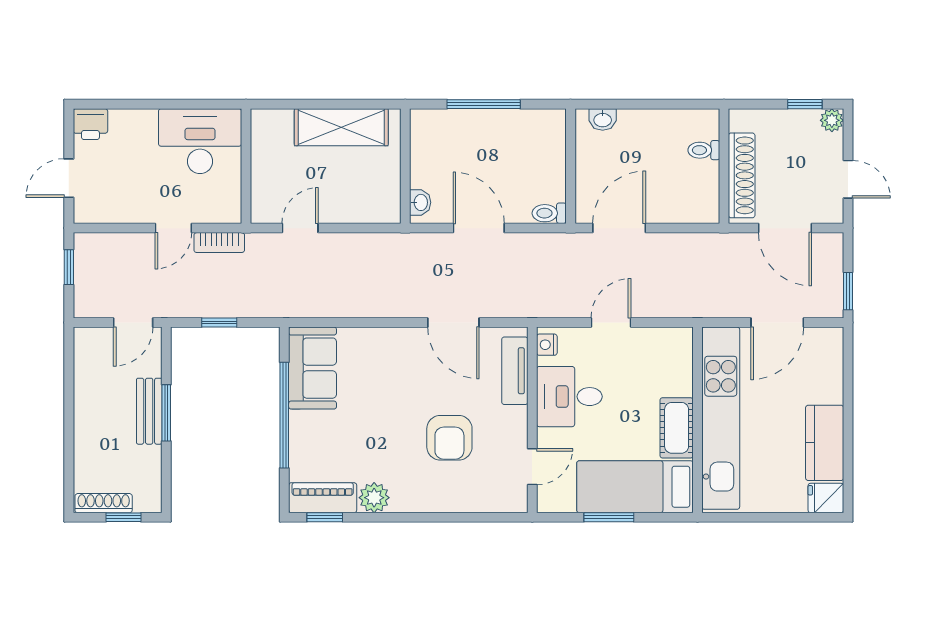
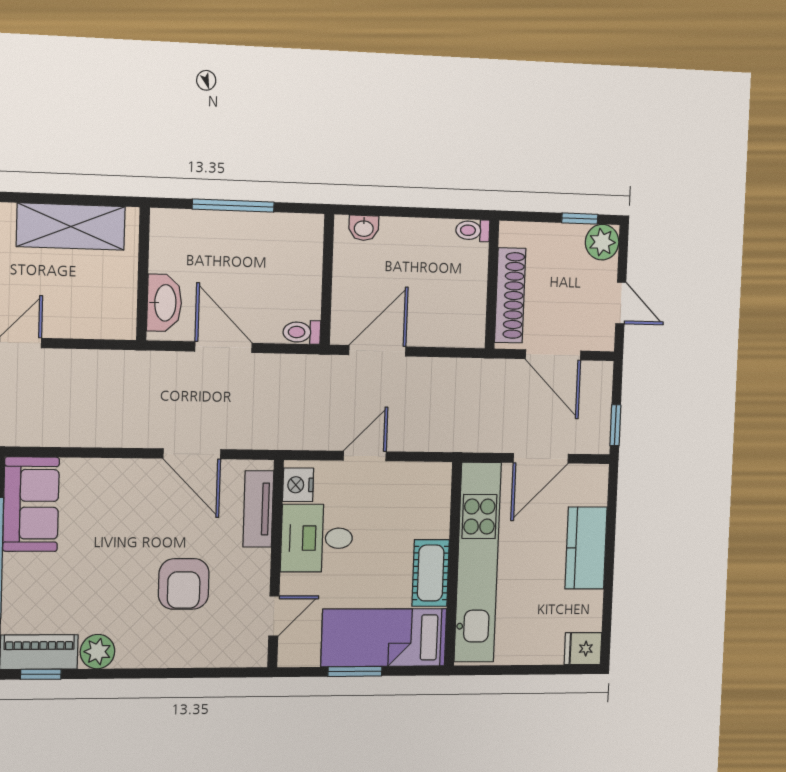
plant: (832, 120) -> (602, 242), width x1.38, depth x1.38
toilet: (704, 150) -> (473, 230), moved
washbasin: (420, 202) -> (164, 303), width x1.91, depth x1.45
nightstand: (547, 345) -> (298, 485), width x1.39, depth x1.35
kitchen counter: (825, 443) -> (586, 548), moved

